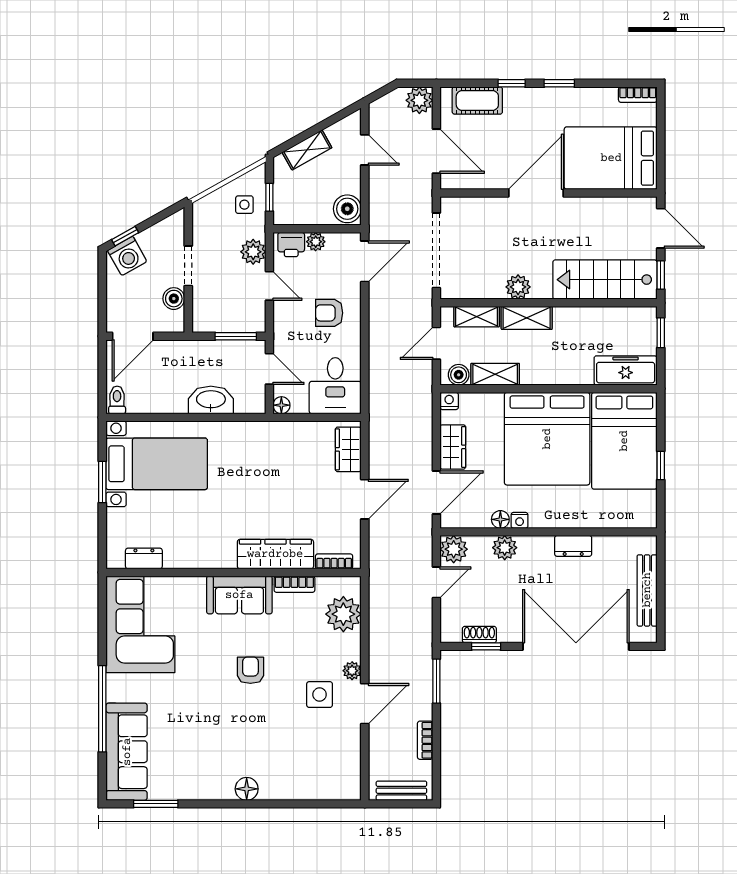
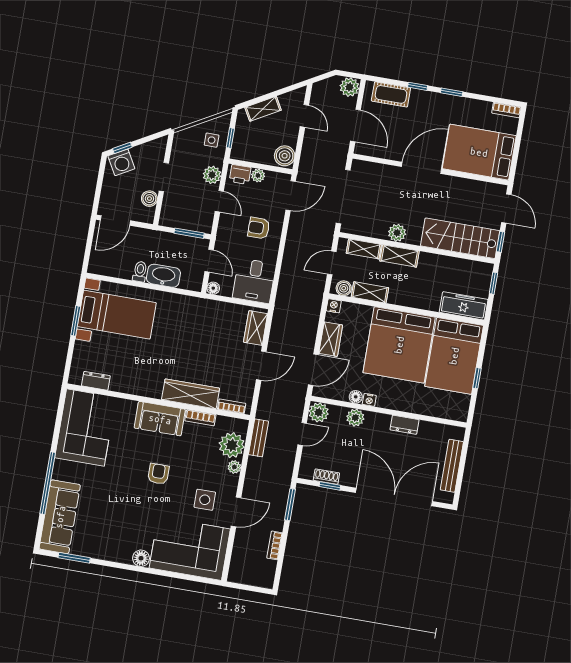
toilet: (117, 400) -> (140, 272), moved
plant: (352, 671) -> (234, 467), moved
corner sofa: (311, 764) -> (190, 548), added
bench: (401, 791) -> (258, 438), moved, turned 90

